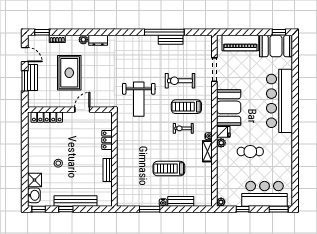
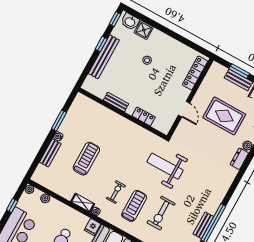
exercise bike: (180, 81) -> (161, 213), turned 180
plant: (221, 143) -> (45, 198), moved

